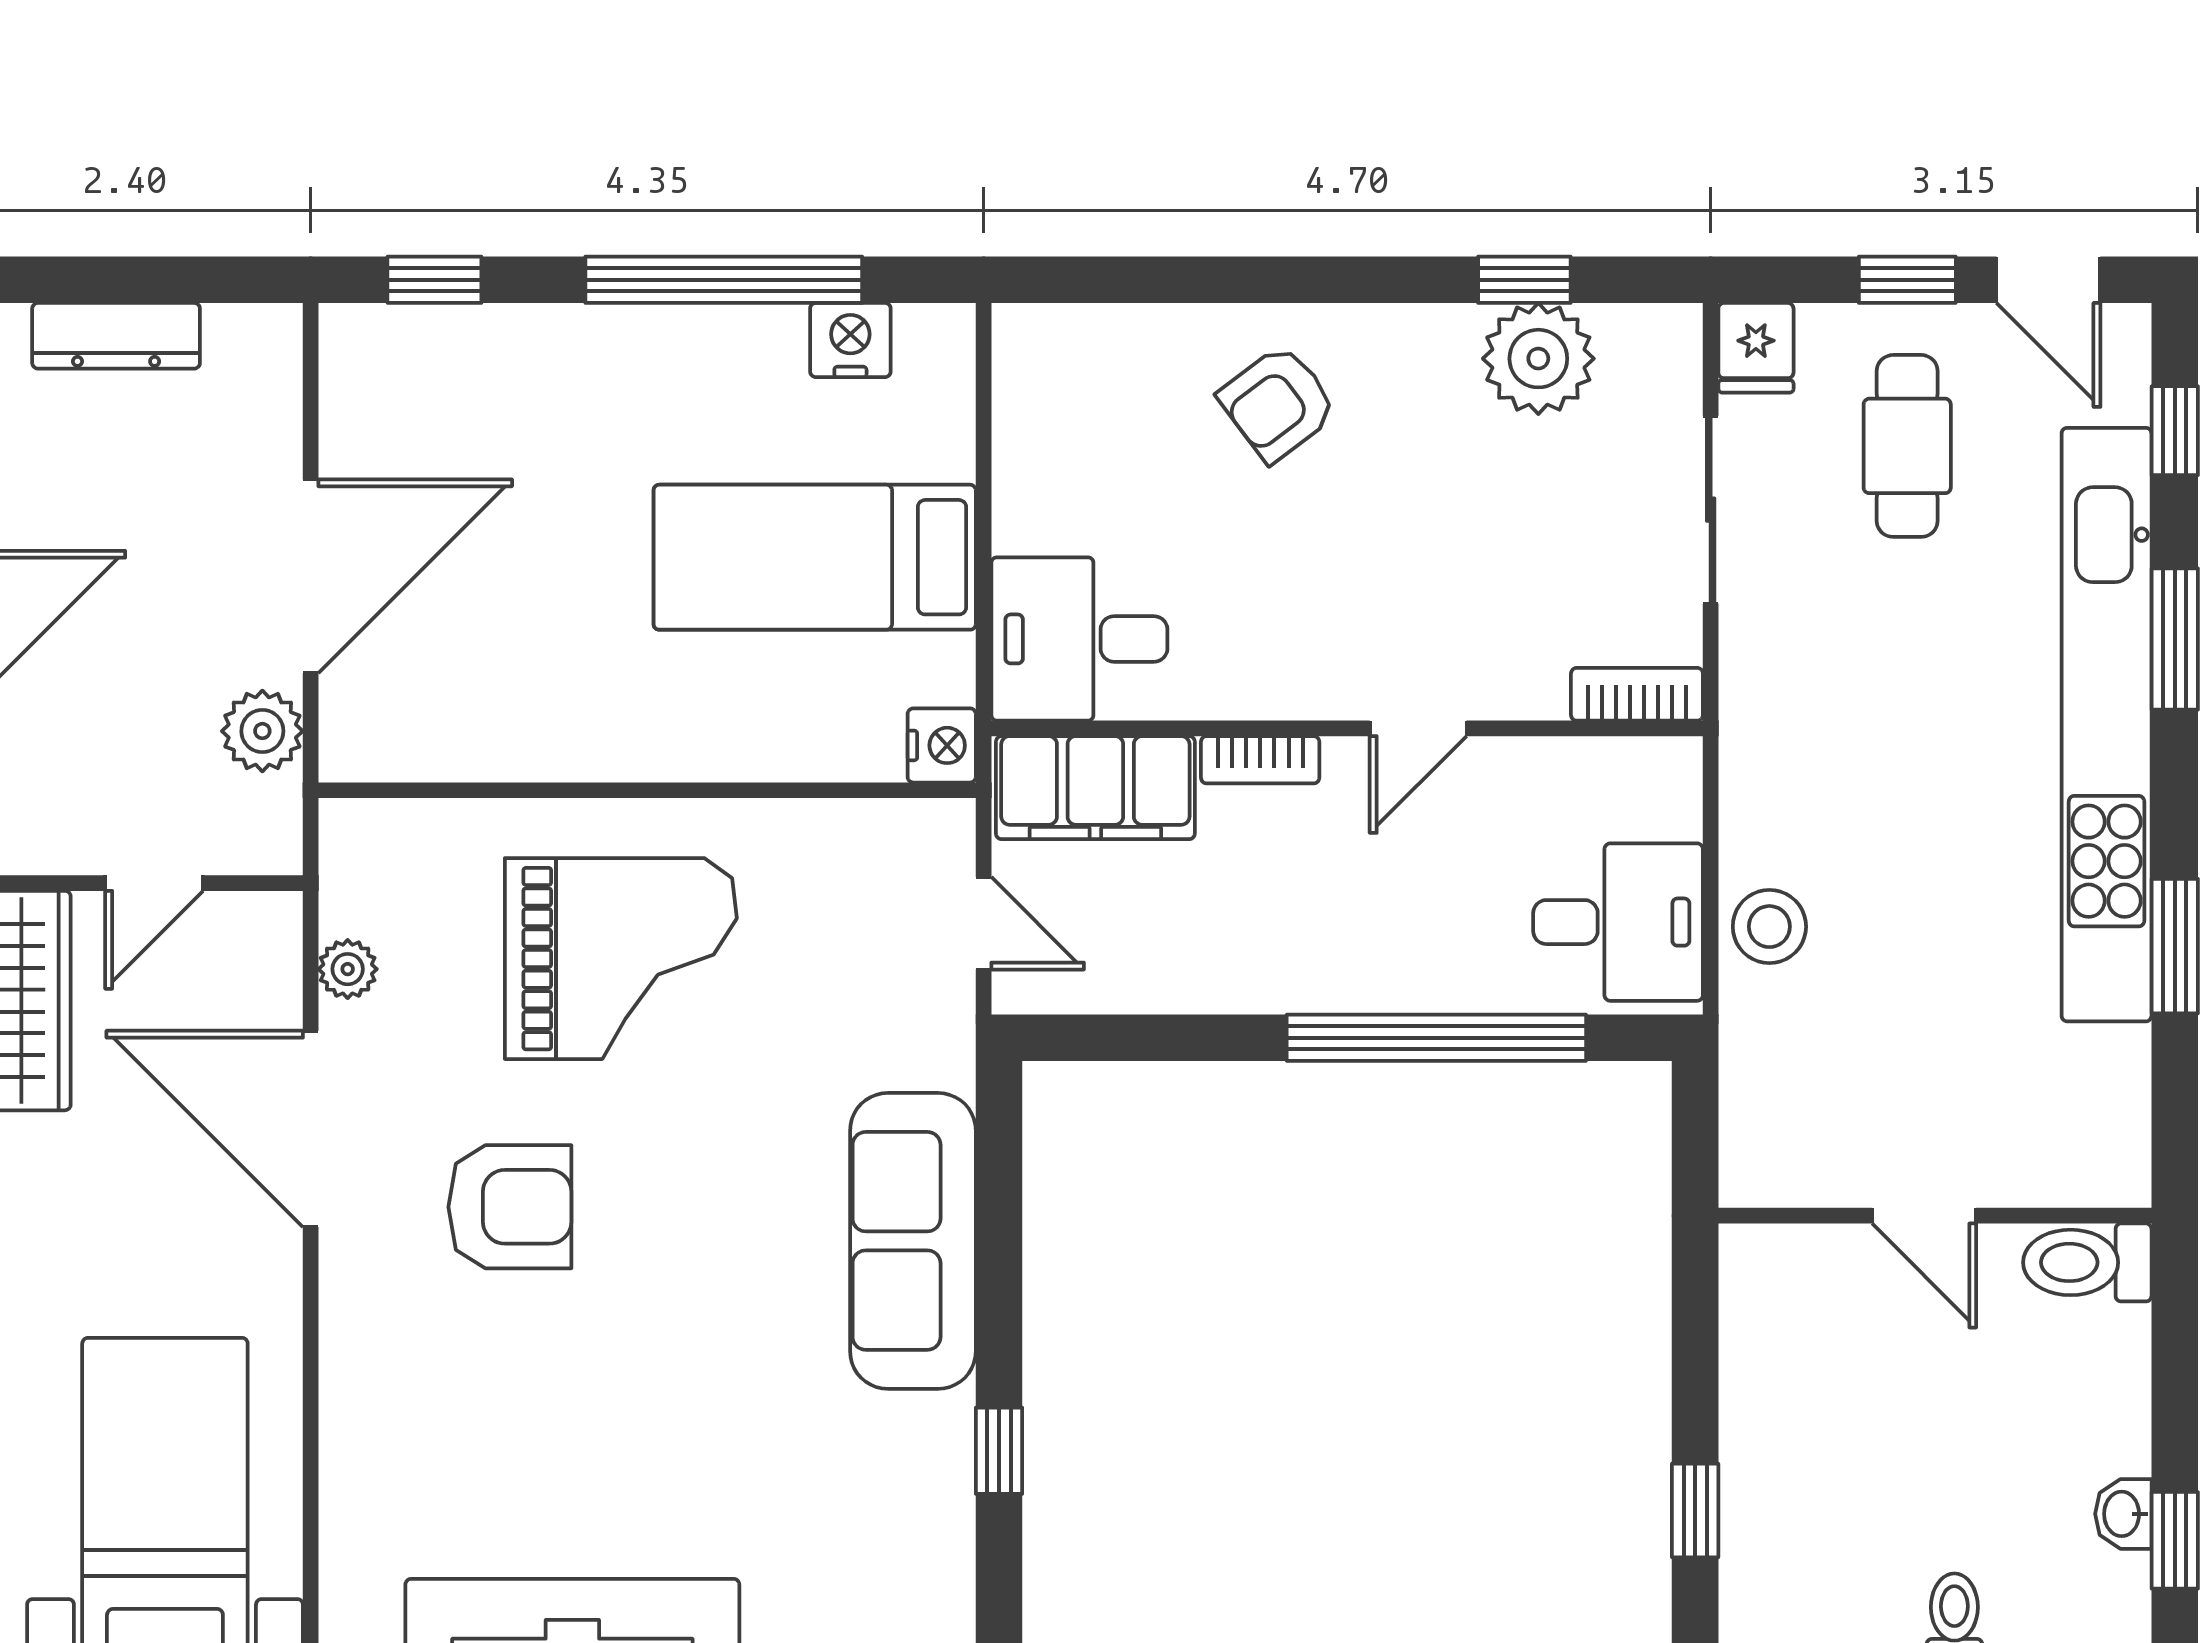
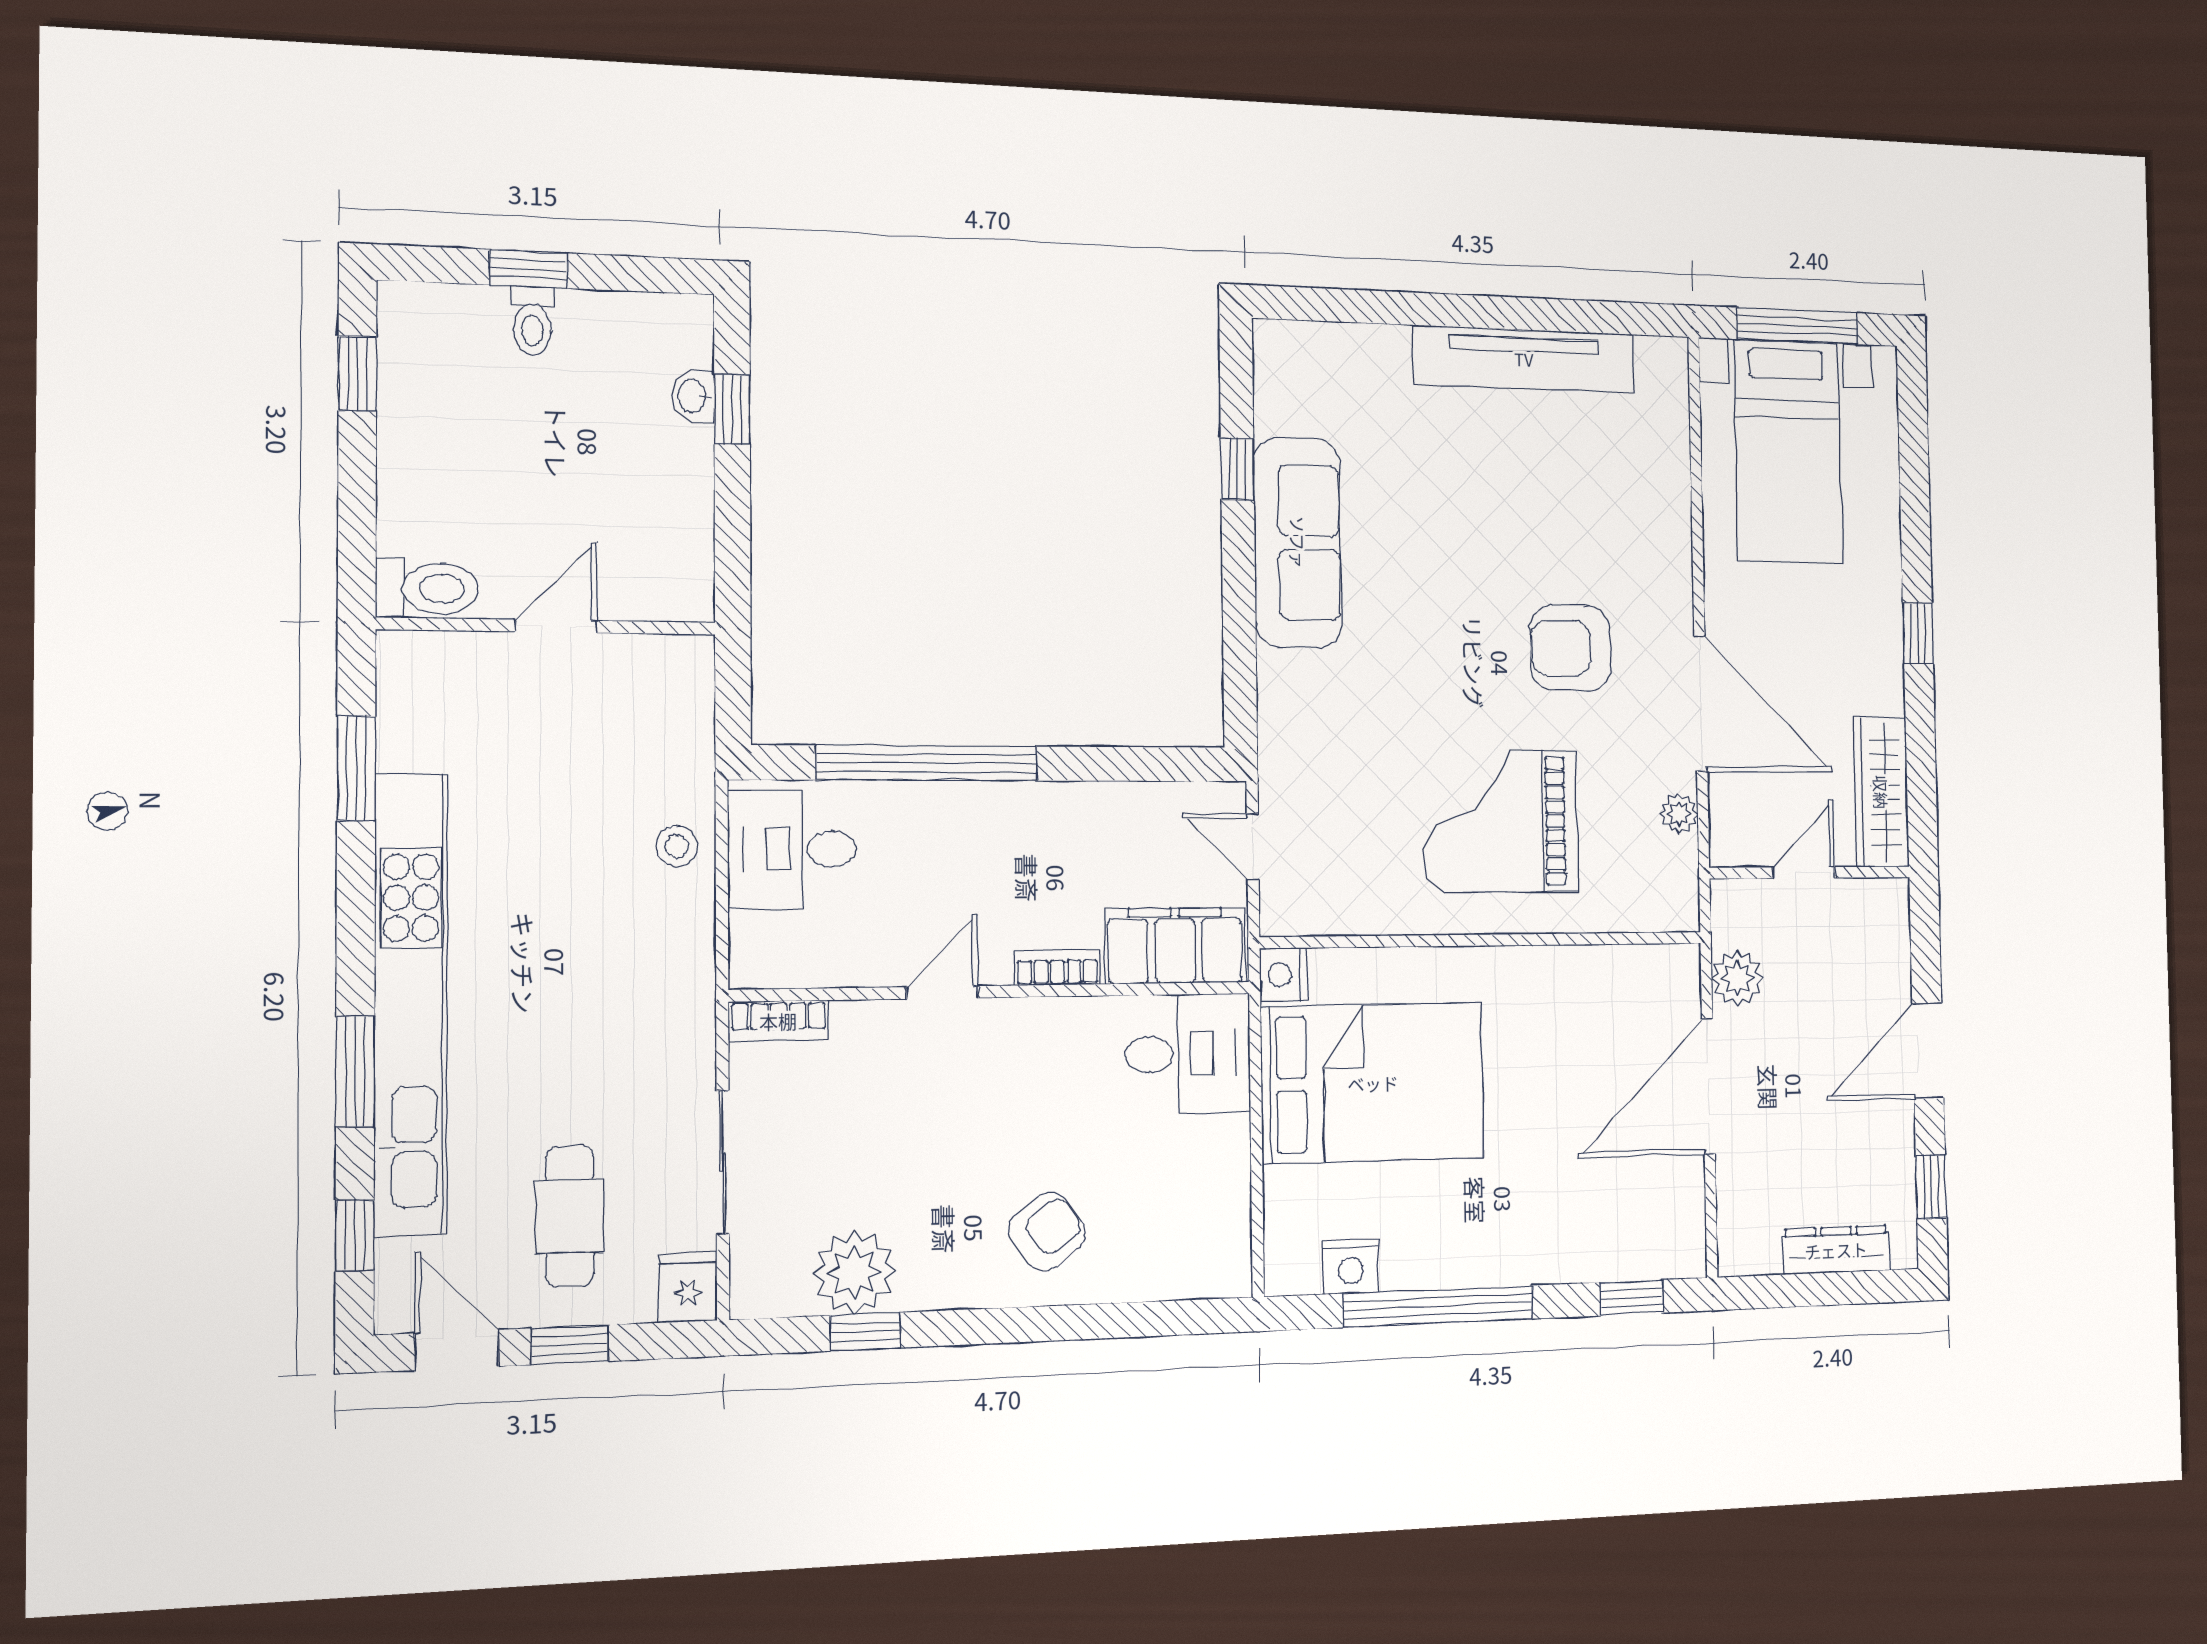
bed: (815, 557) -> (1373, 1083), width x1.50
stool: (1769, 927) -> (677, 846), width x0.73, depth x0.73
window: (2175, 946) -> (356, 768), moved
door: (1924, 1216) -> (556, 626), hinge flipped
sofa: (913, 1241) -> (1298, 542), moved
washbasin: (2123, 1514) -> (693, 396), moved, turned 180

